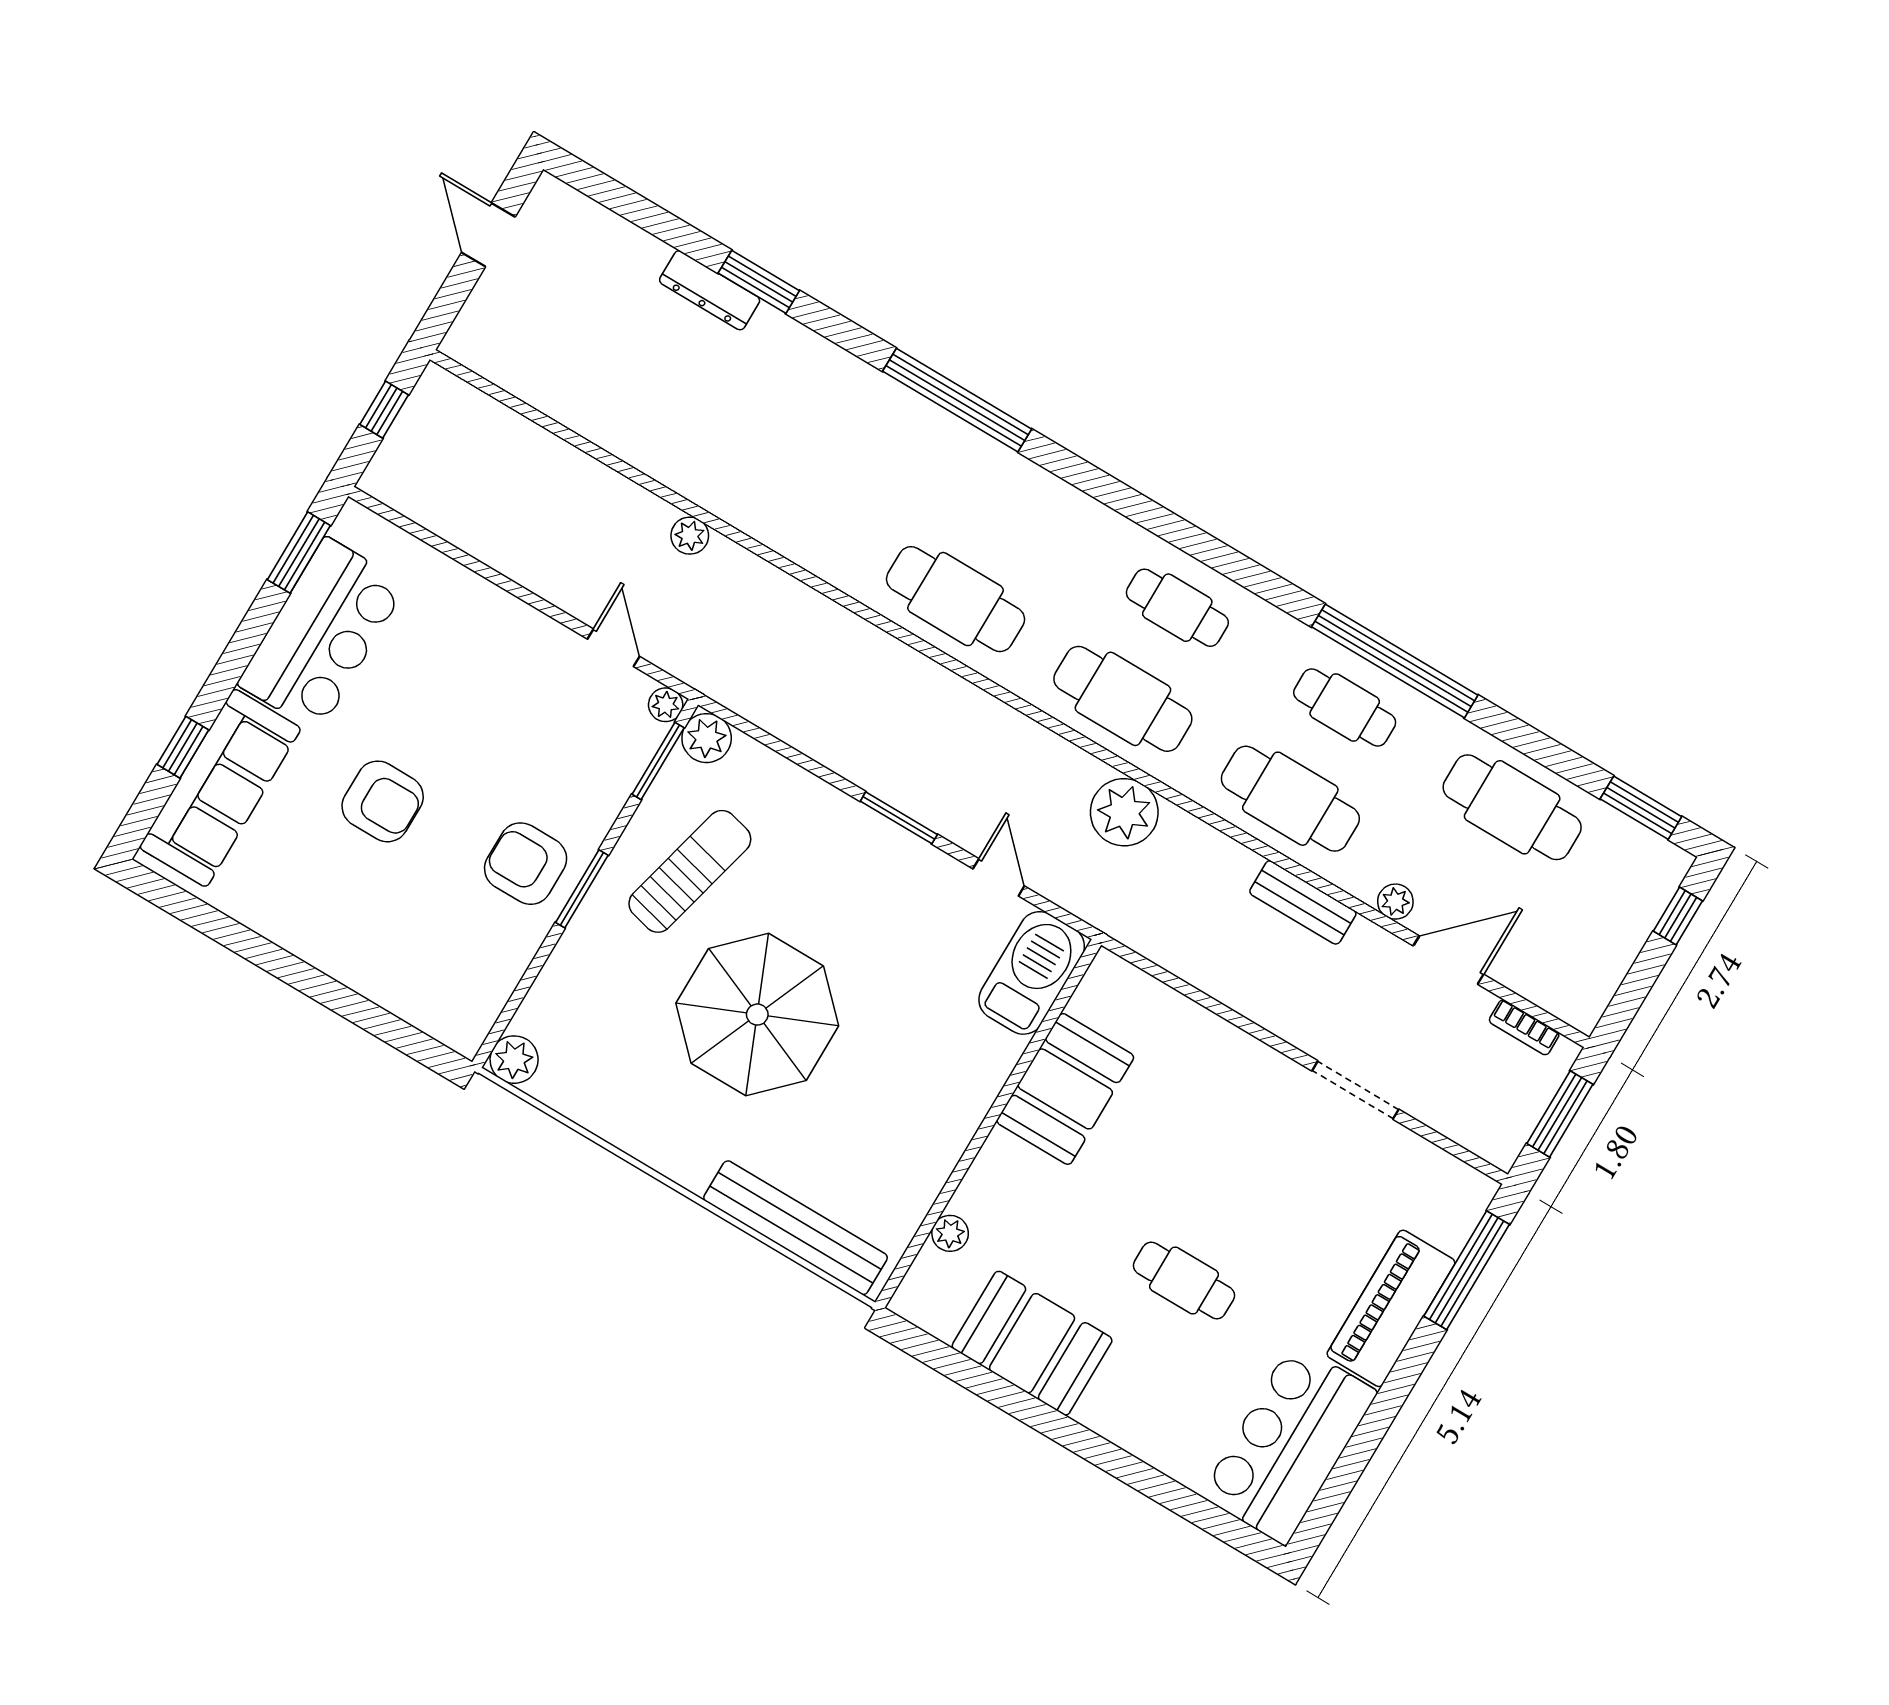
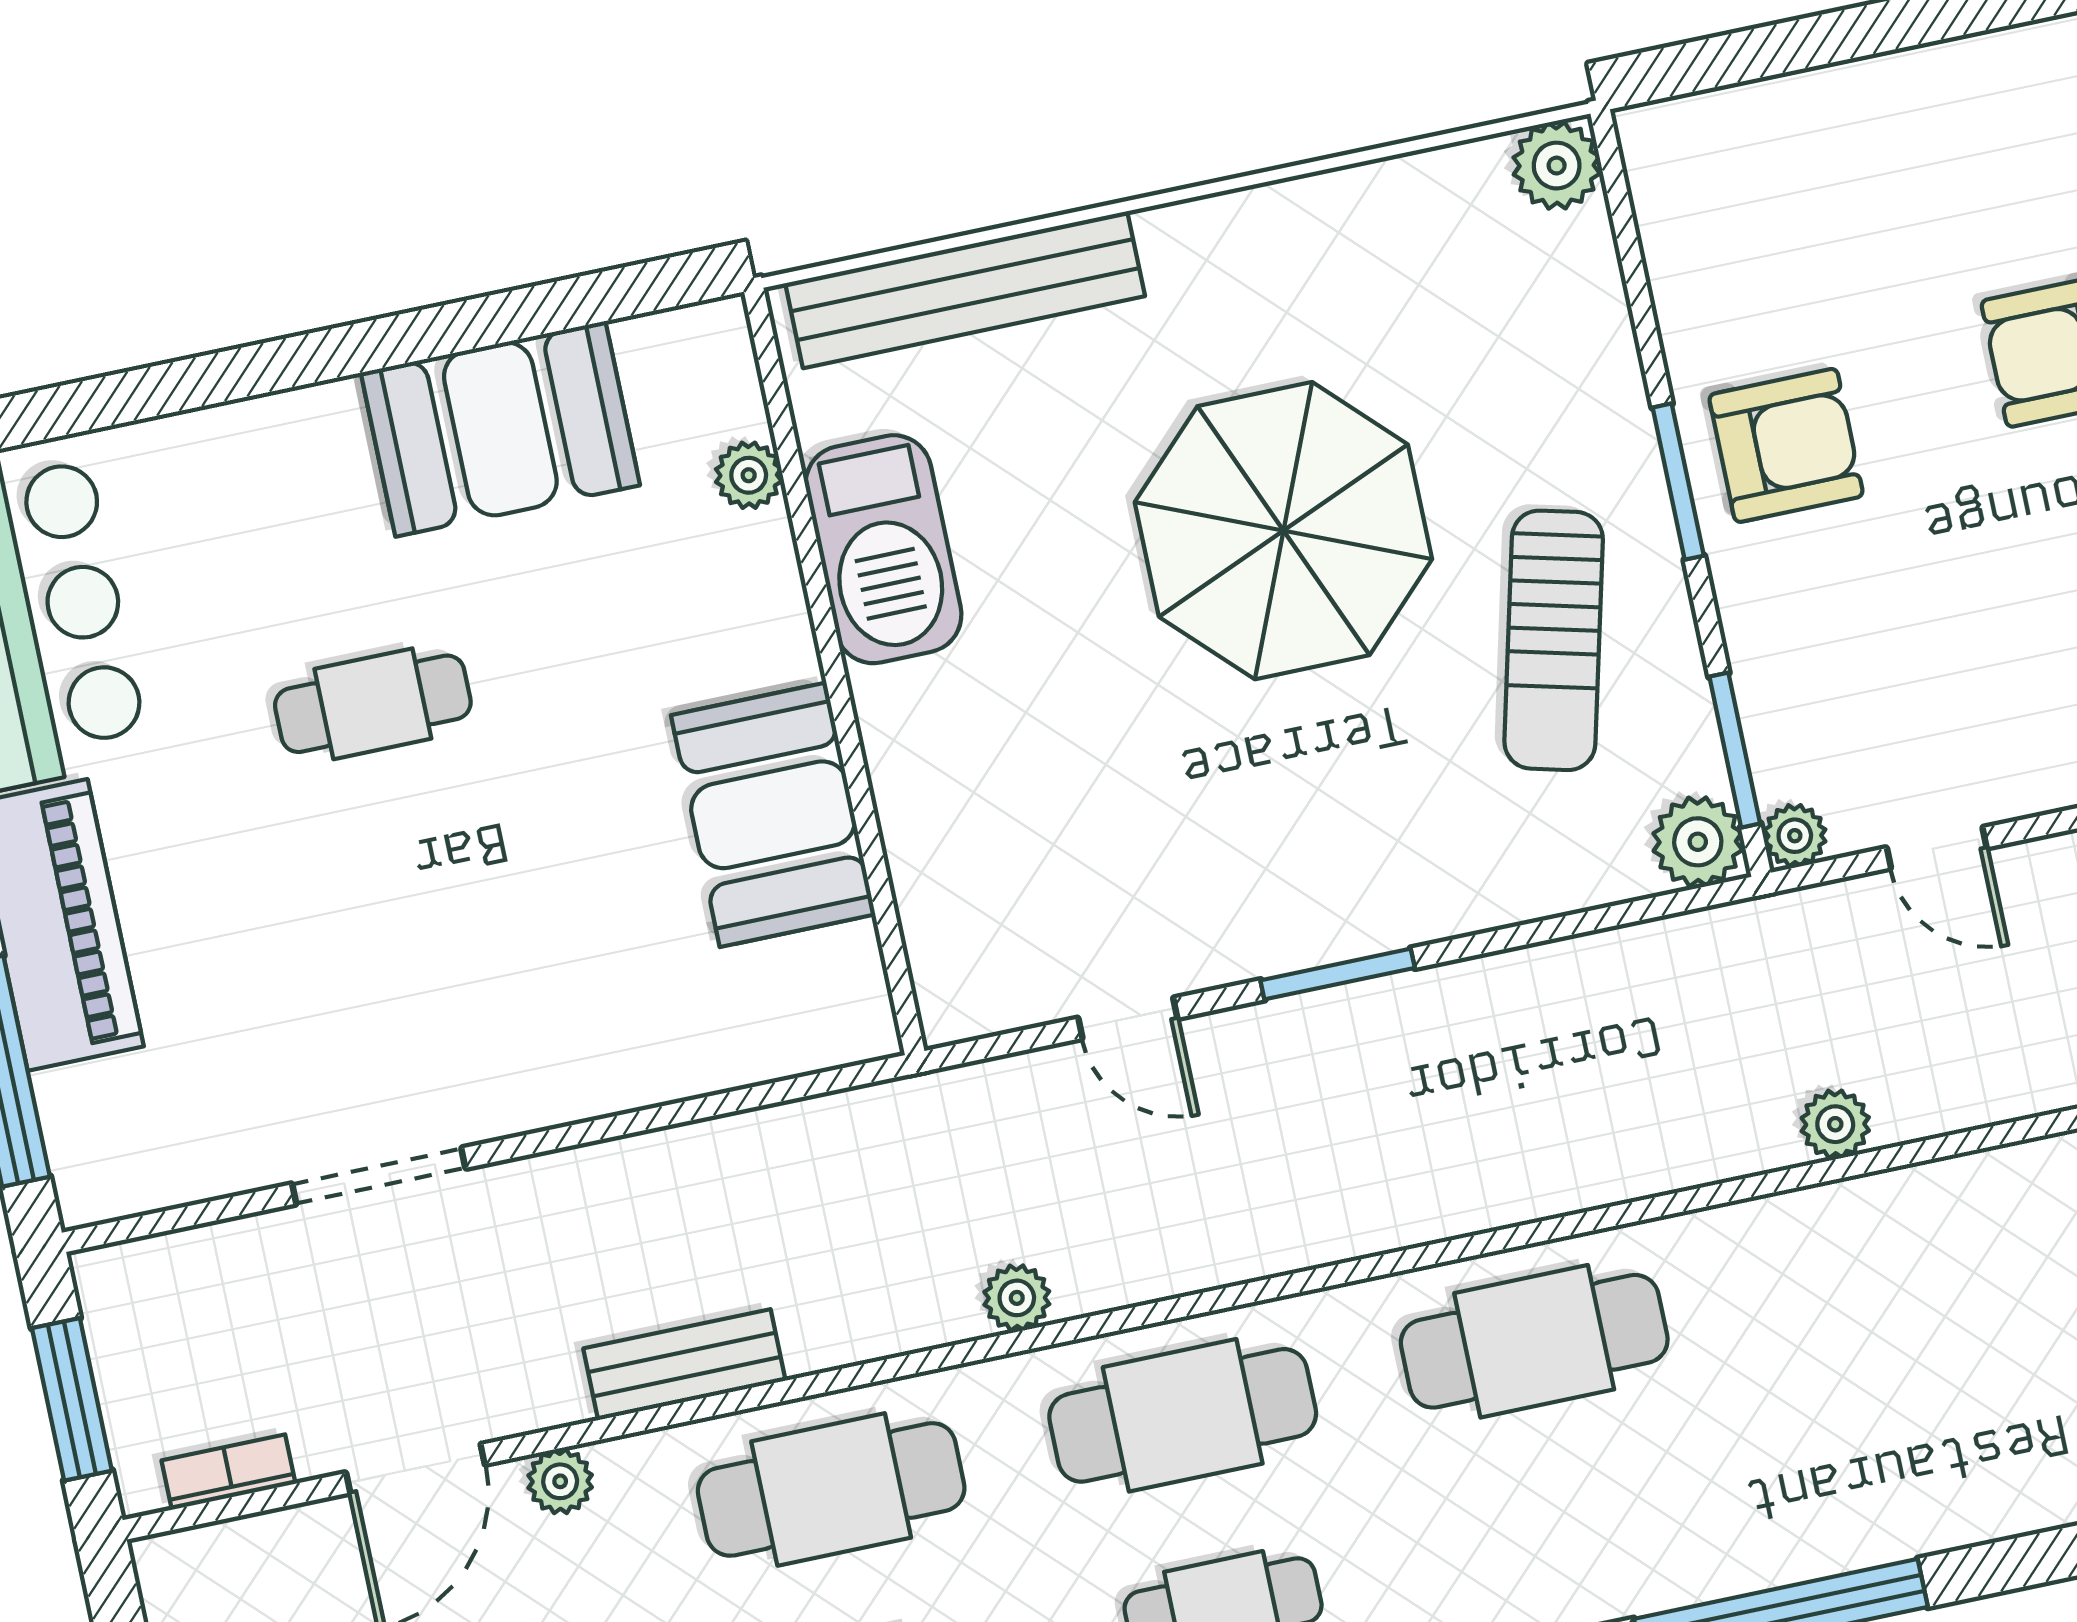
plant: (690, 536) -> (1835, 1124), moved
plant: (1124, 812) -> (1017, 1298), width x0.53, depth x0.53
barbecue: (1032, 973) -> (883, 549), moved

